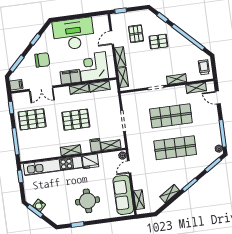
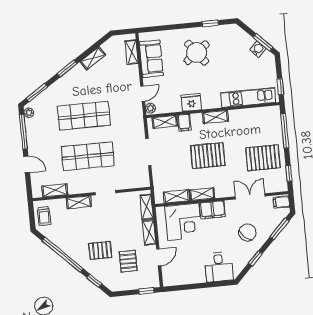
desk: (74, 34) -> (219, 267), width x0.53, depth x0.77
chair: (42, 60) -> (247, 232), turned 132
door: (218, 98) -> (27, 164), moved
kitchen unit: (53, 166) -> (248, 98), width x0.73
sofa: (123, 195) -> (151, 59), width x0.73
round table: (88, 201) -> (197, 53), turned -37

